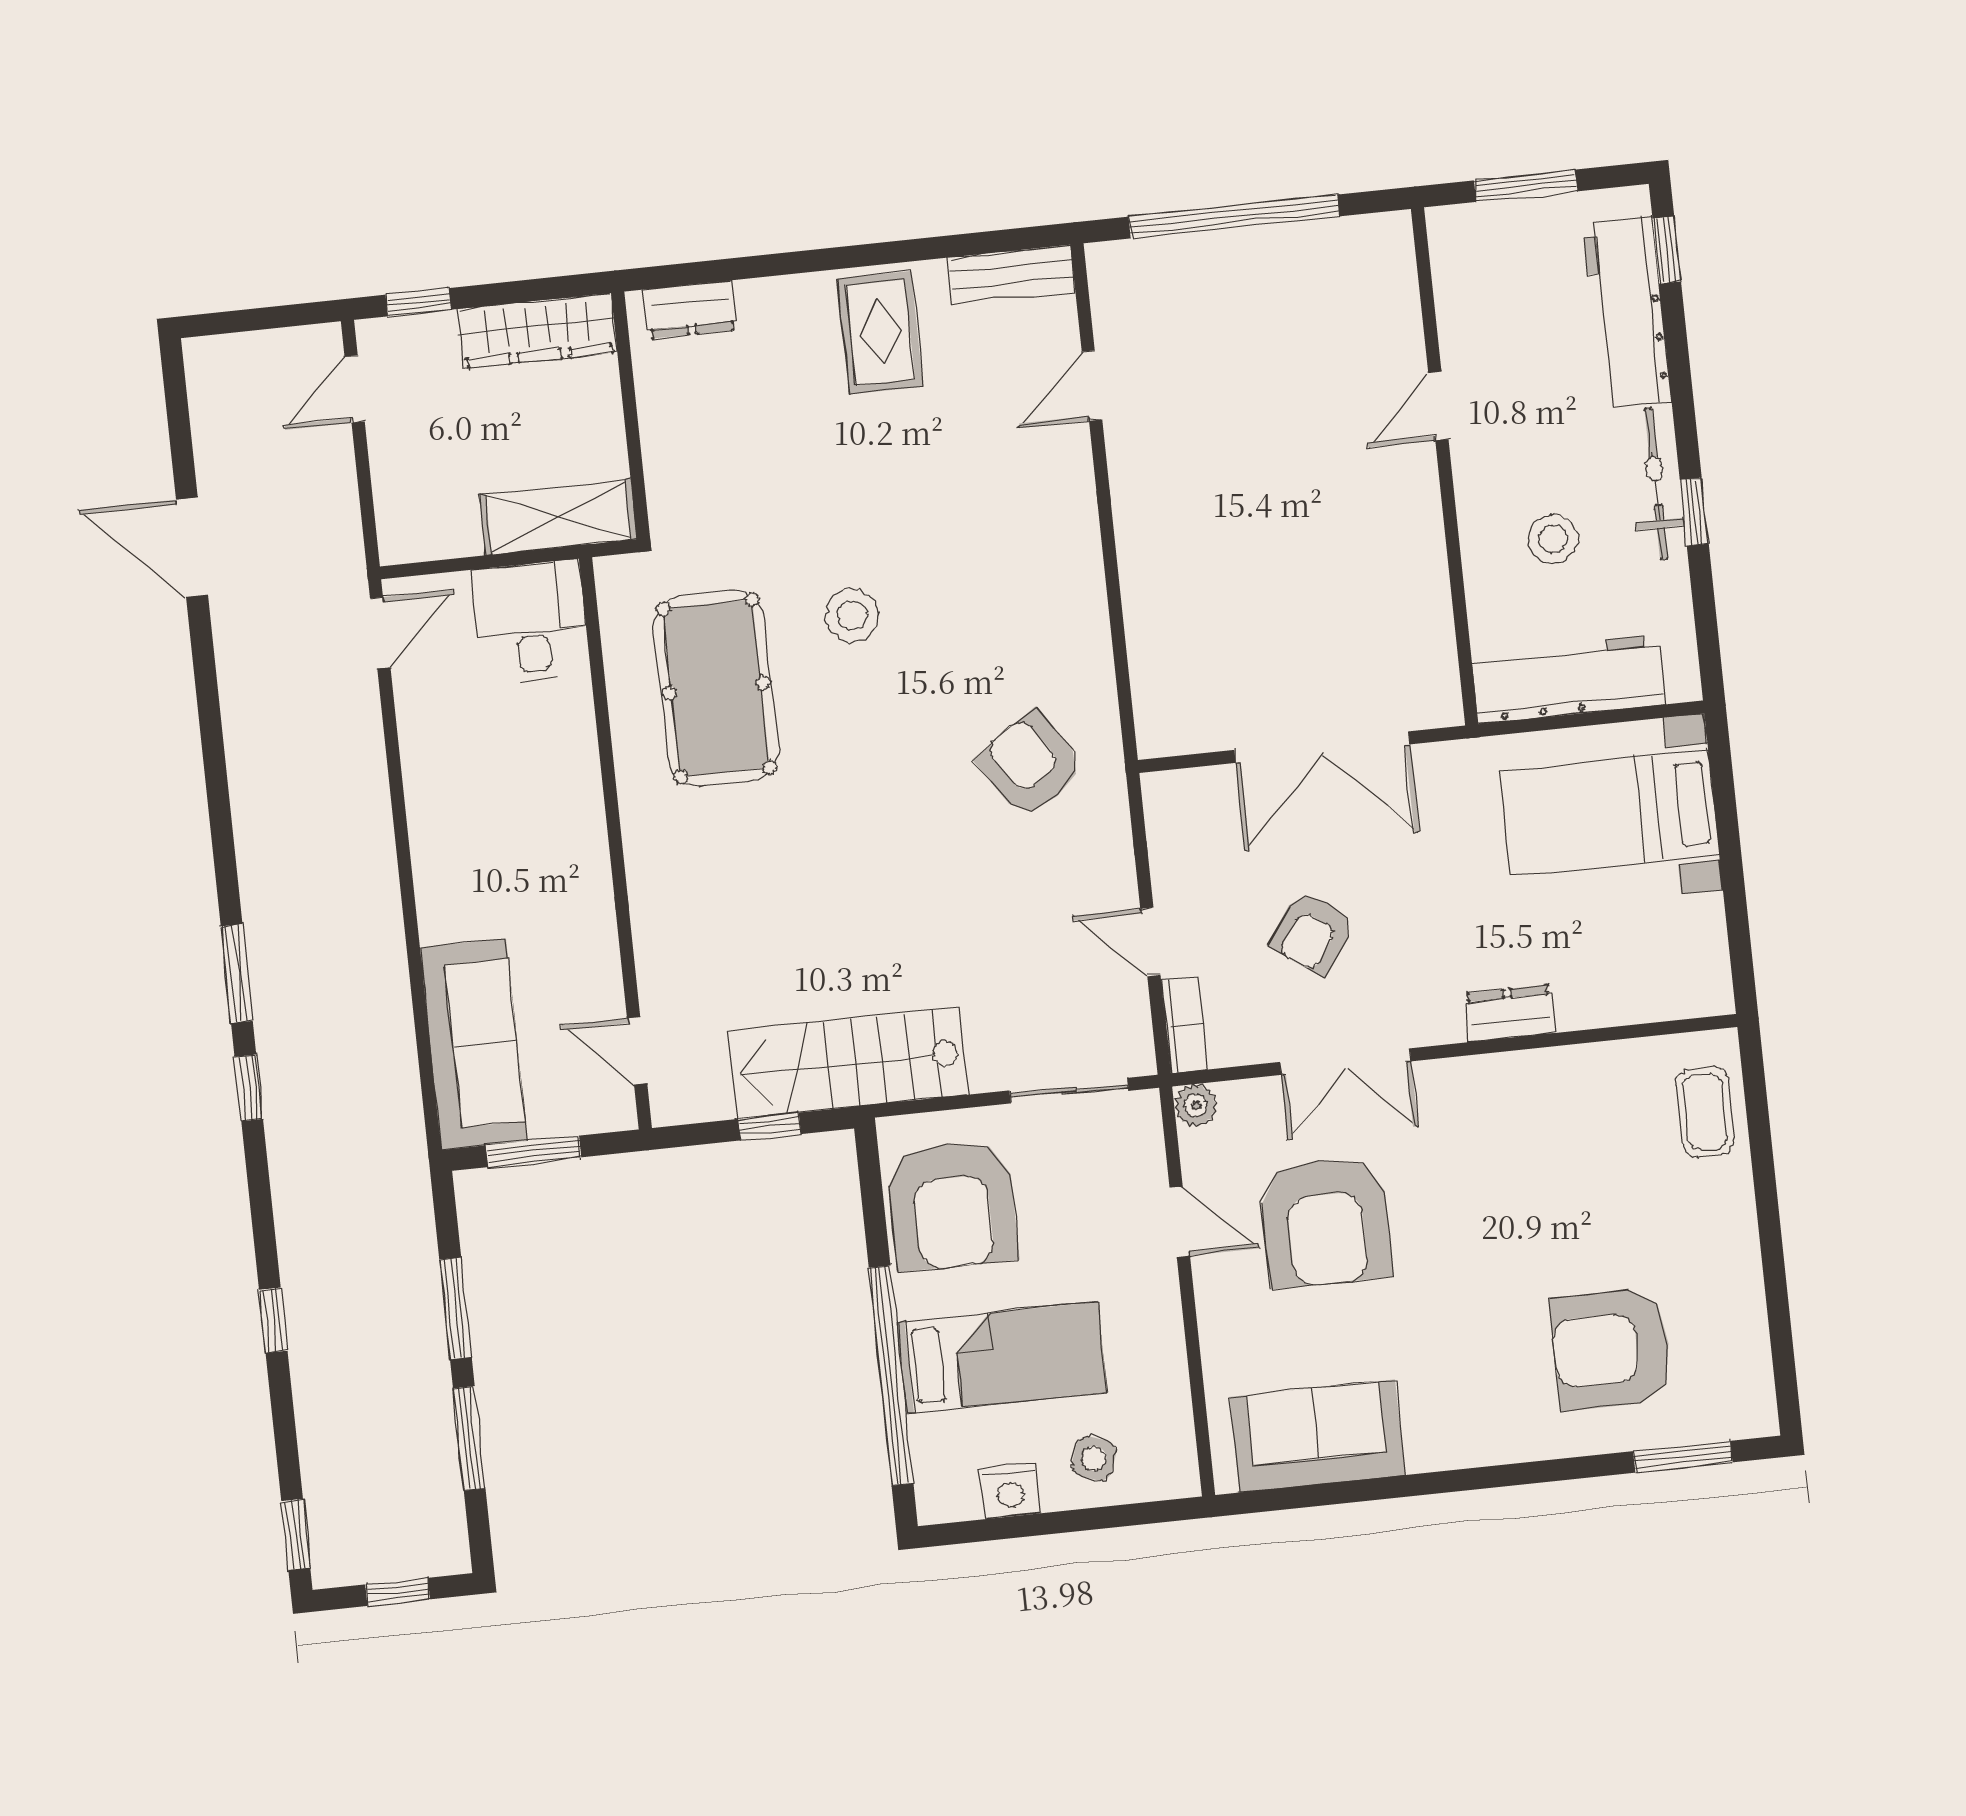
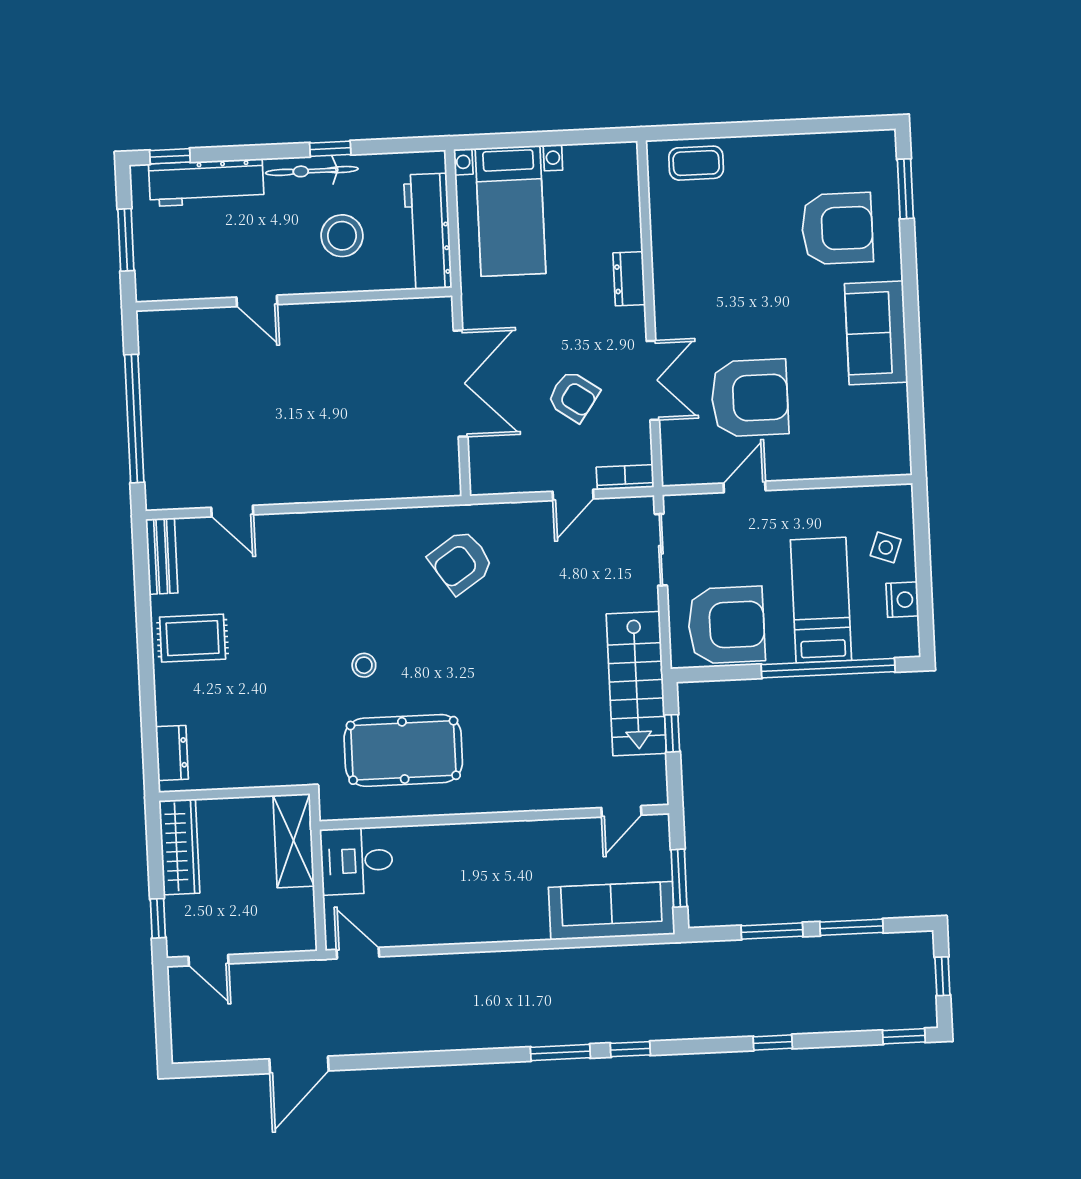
stool: (1553, 539) -> (342, 236), width x1.38, depth x1.38
stool: (852, 616) -> (364, 665), width x0.73, depth x0.73
plant: (1196, 1106) -> (674, 473), removed
armchair: (1611, 1349) -> (837, 228), turned -90
sofa: (1317, 1436) -> (876, 333), moved

